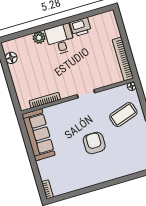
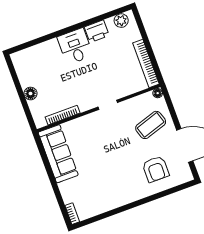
plant: (39, 38) -> (121, 21), moved
floor lamp: (11, 58) -> (31, 93), moved
armchair: (94, 143) -> (156, 169), moved, turned 180

